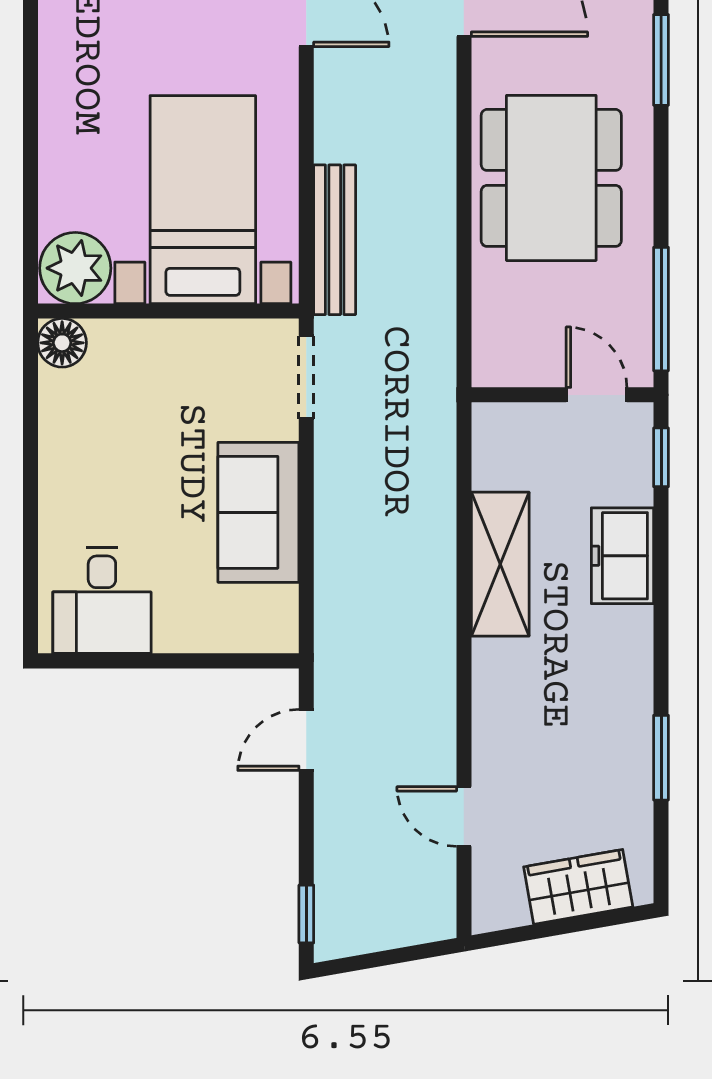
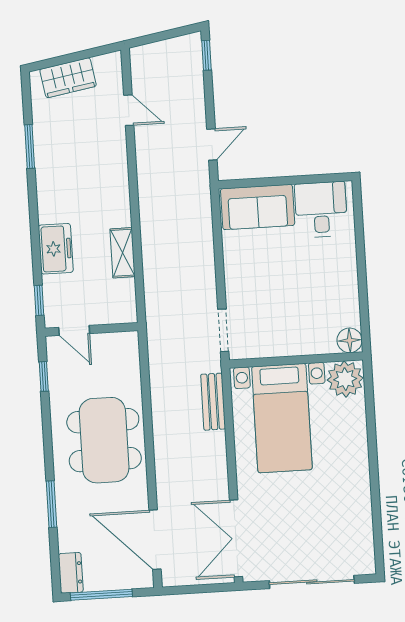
bench: (335, 240) -> (213, 402), width x0.73
window: (661, 309) -> (44, 376), width x0.46
sofa: (258, 512) -> (258, 207), moved, turned 90
shelving: (500, 564) -> (123, 253), width x0.67, depth x0.75

